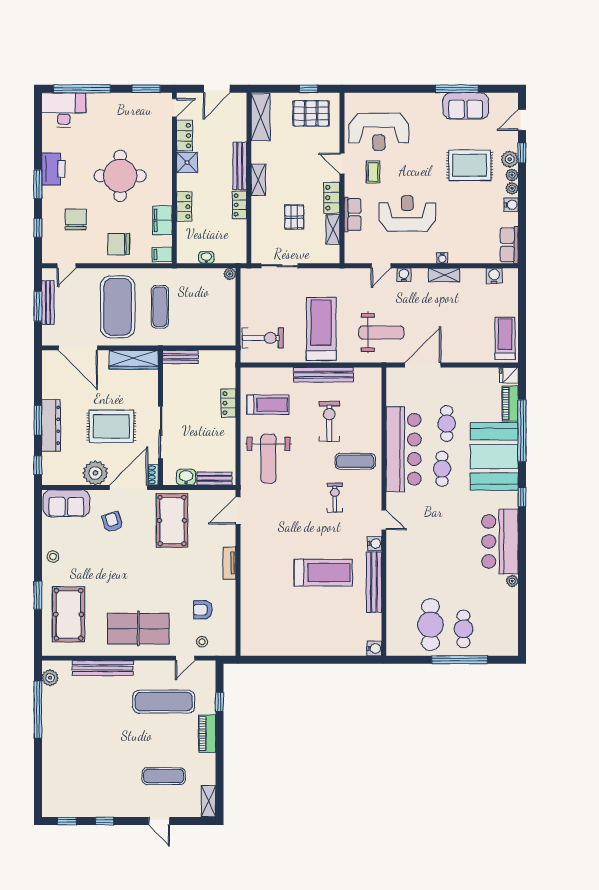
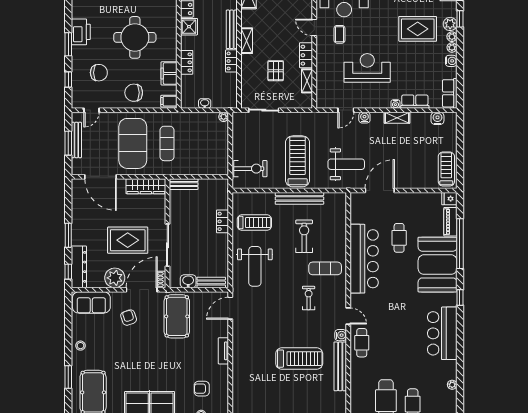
row of seats: (353, 215) -> (415, 102), moved, turned -90
chair: (76, 219) -> (99, 73), turned 90
dresser: (51, 425) -> (79, 267), moved
cafe table: (442, 469) -> (362, 343), moved
plant: (512, 581) -> (452, 385), moved

